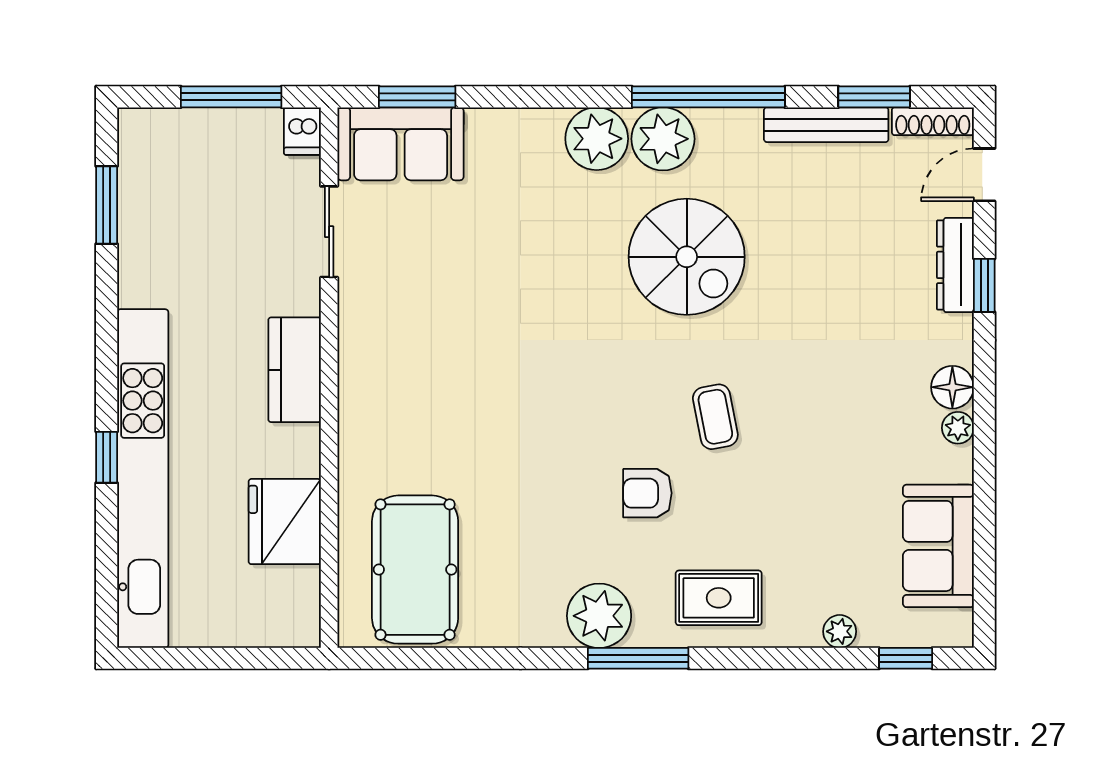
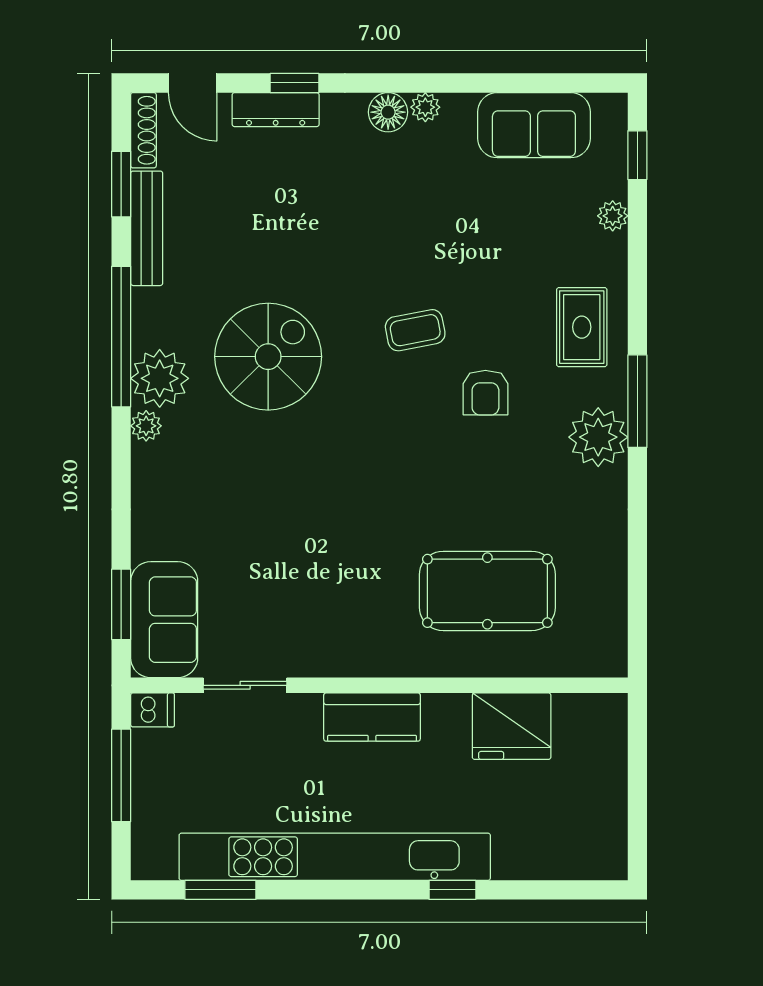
plant: (597, 139) -> (146, 426), width x0.53, depth x0.53
kitchen unit: (143, 478) -> (335, 857), moved
pool table: (415, 570) -> (487, 591), moved

